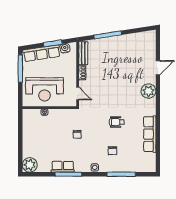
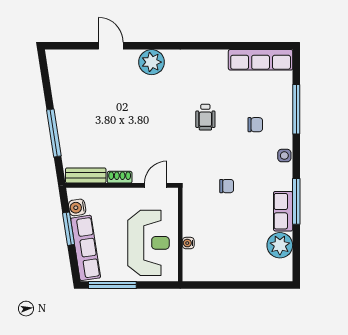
row of seats: (150, 134) -> (261, 60), moved
plant: (30, 165) -> (280, 245), moved

